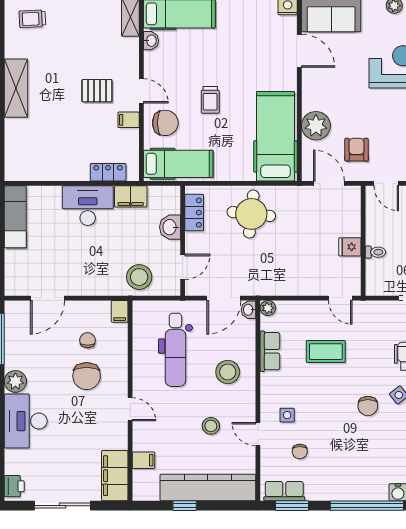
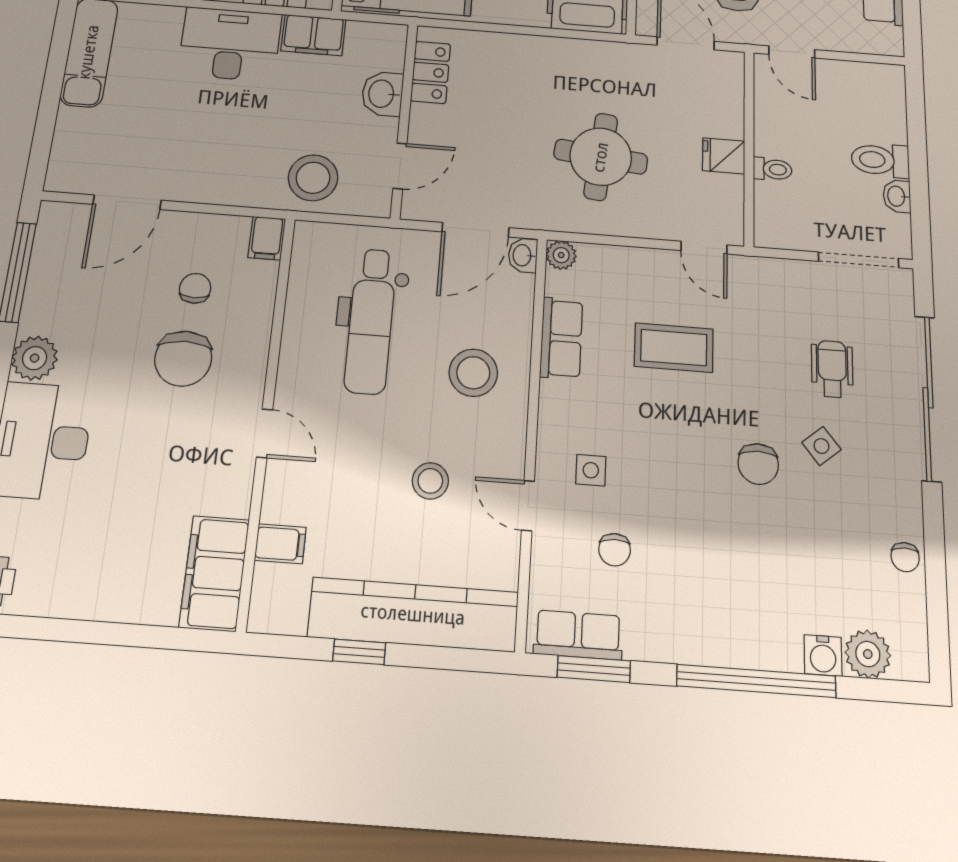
round table: (251, 214) -> (601, 157), moved
sliding door: (62, 506) -> (91, 632), removed

